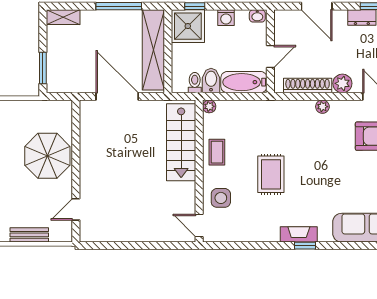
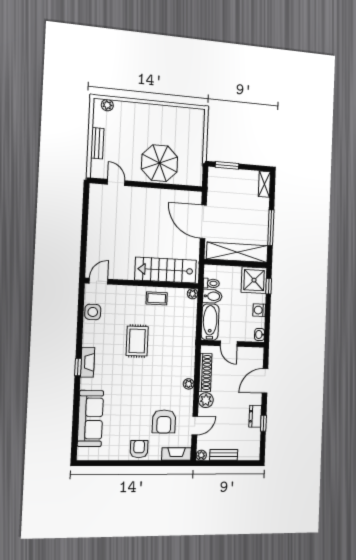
door: (117, 96) -> (203, 222), swing flipped
rug: (271, 174) -> (137, 341), turned 90
side table: (221, 198) -> (93, 312), moved

